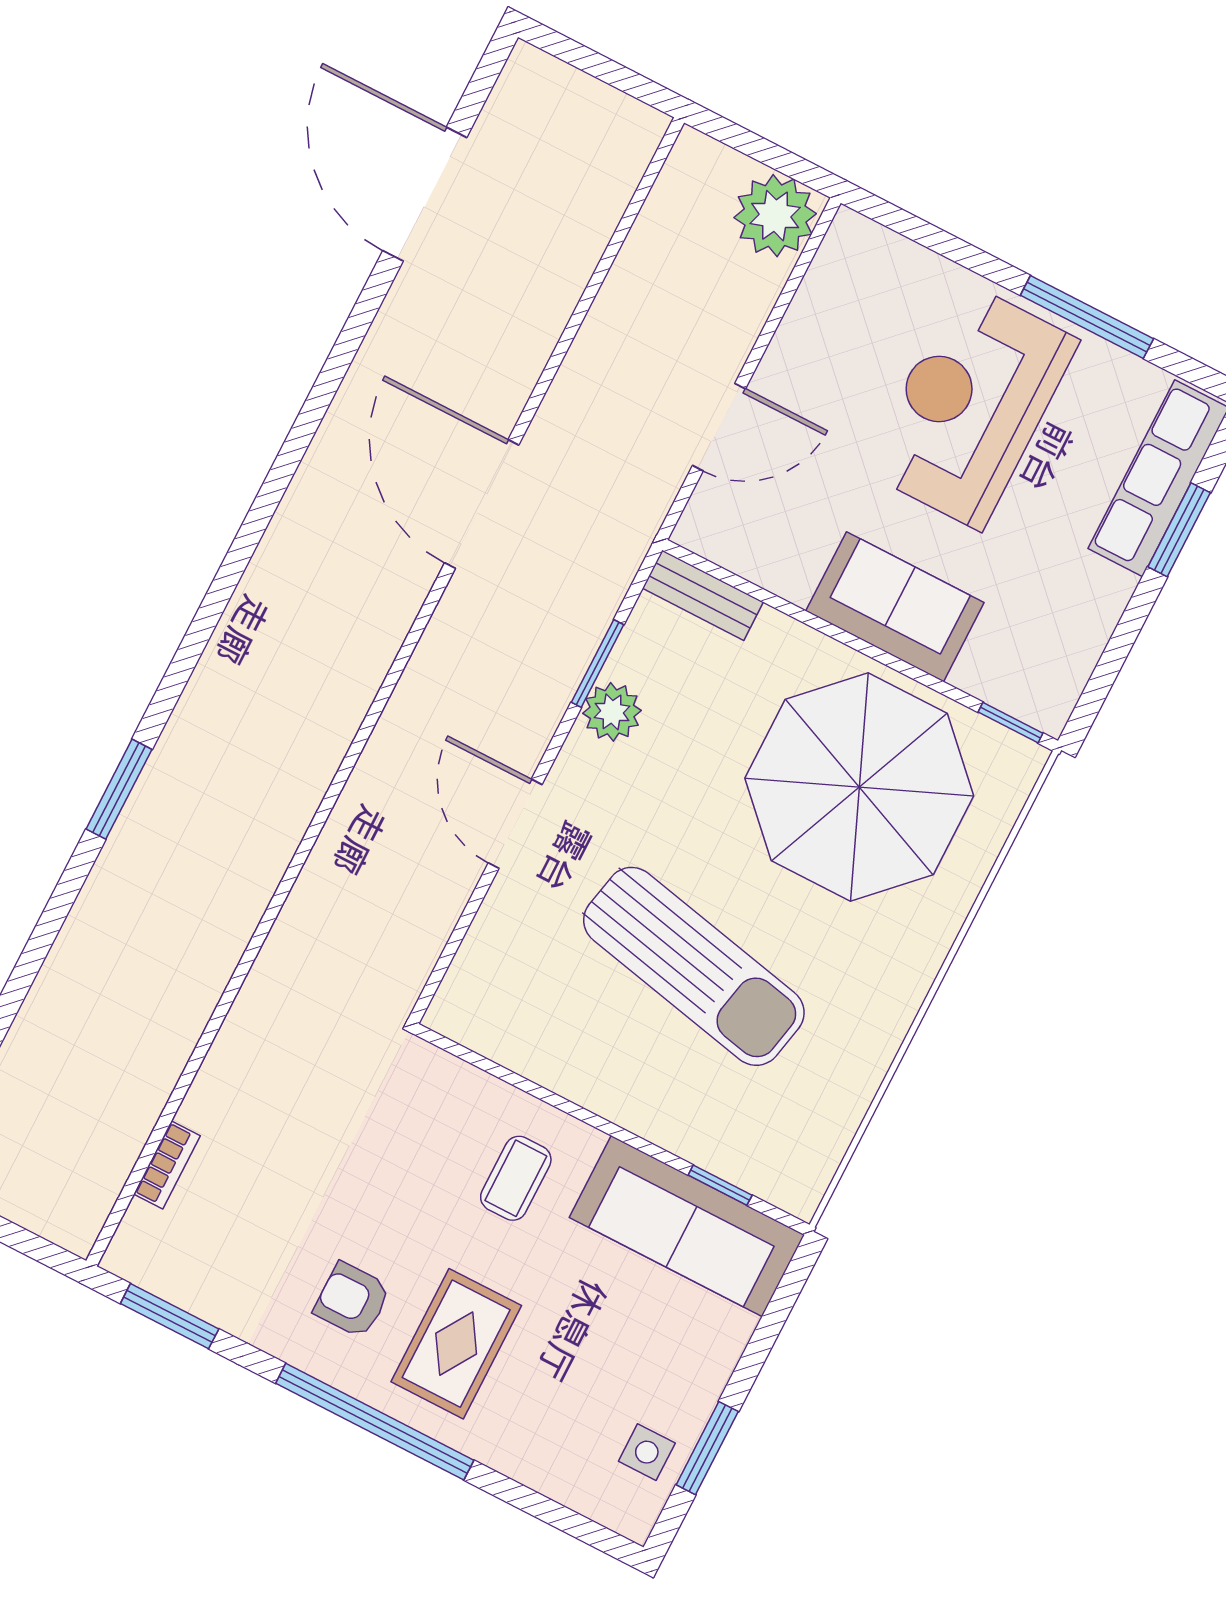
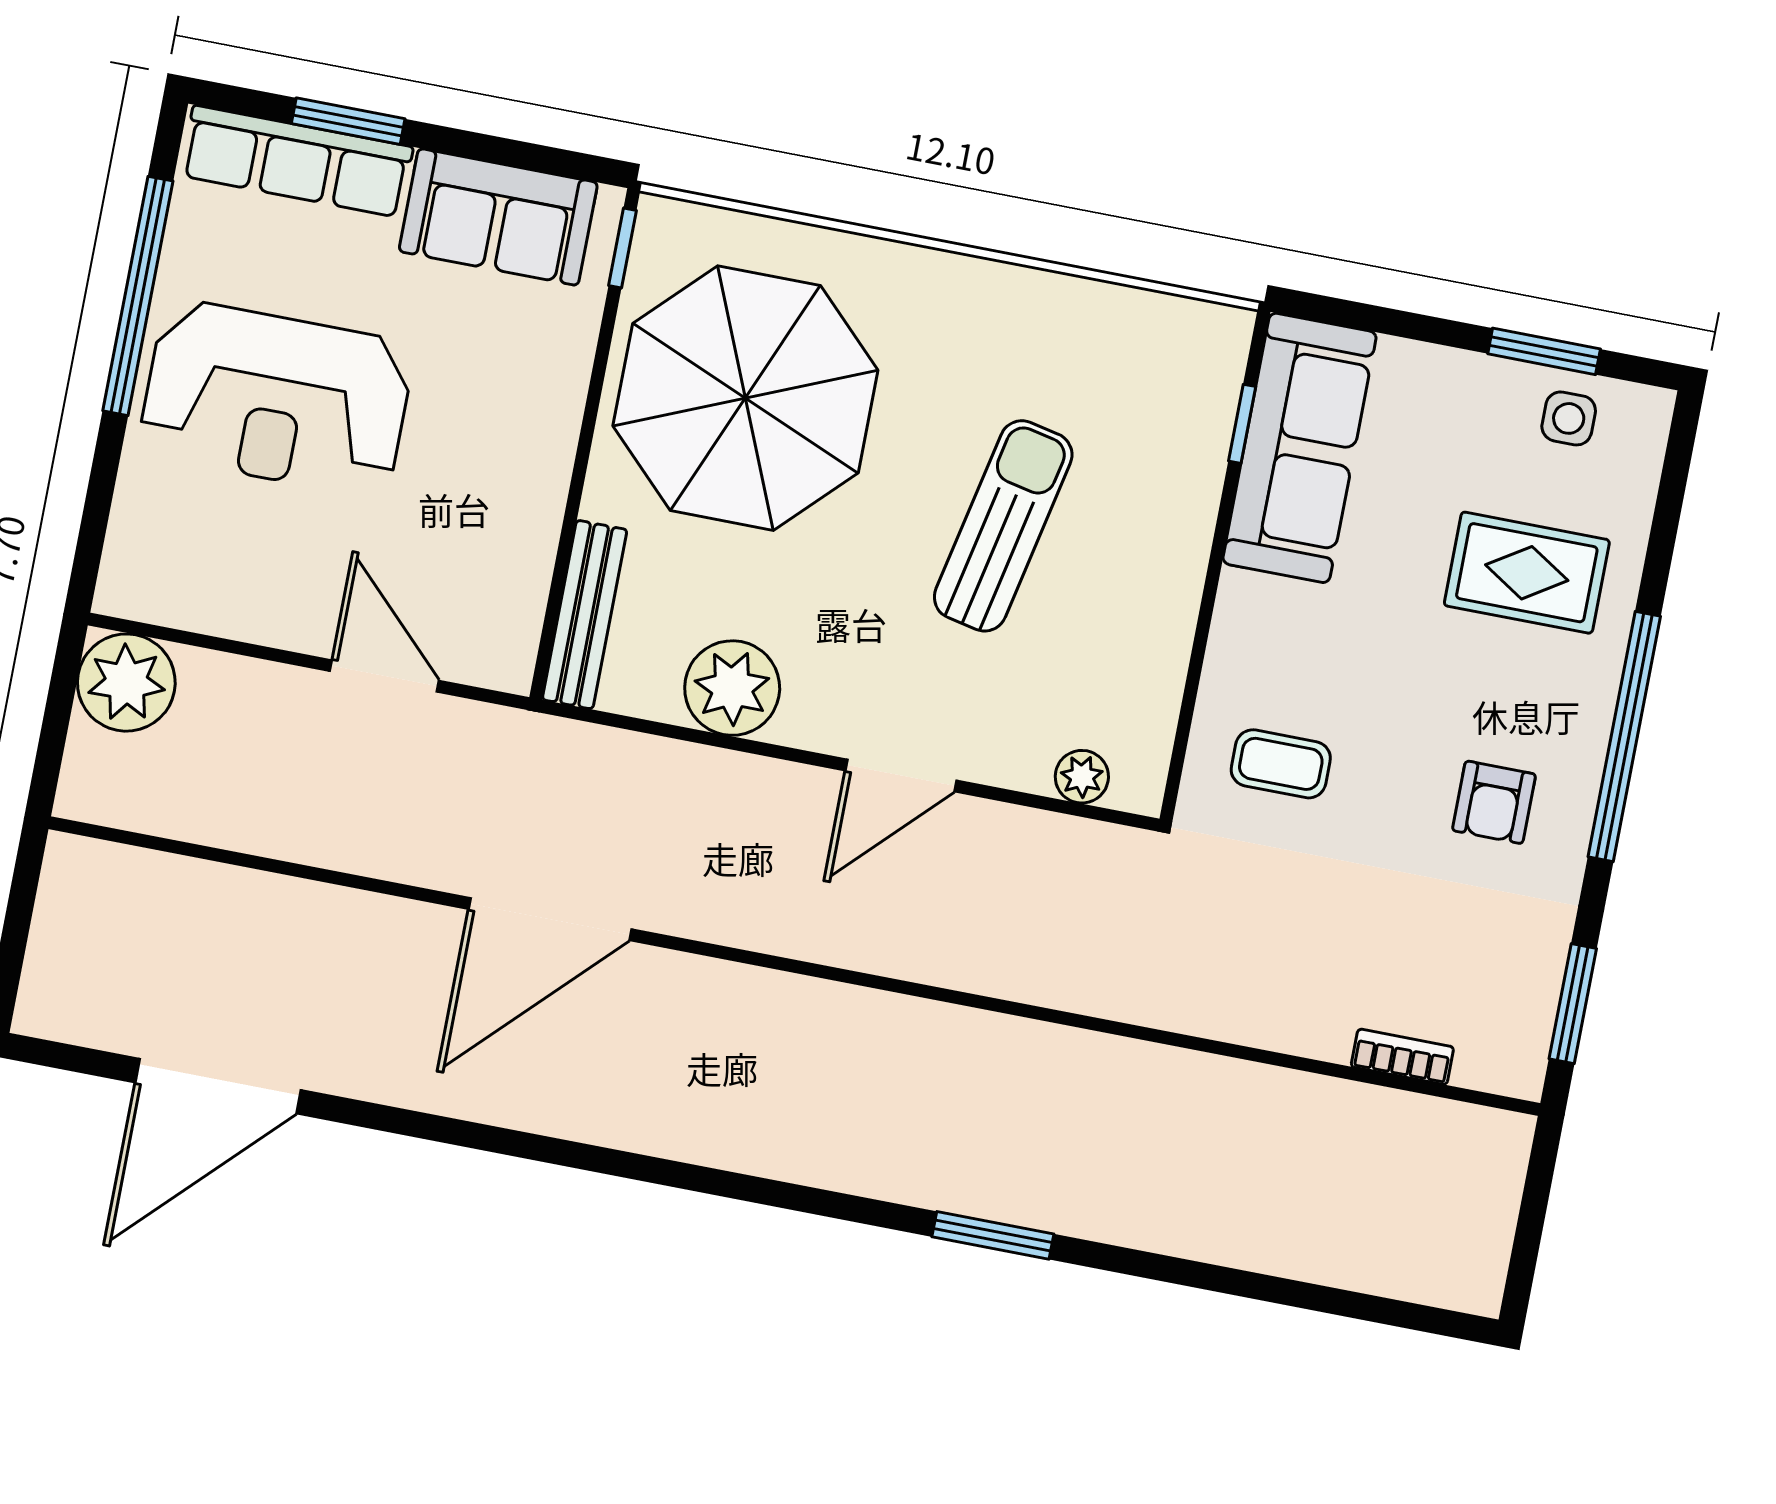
window: (1087, 317) -> (138, 296), width x1.46
bench: (703, 595) -> (585, 615), width x1.36
sofa: (895, 607) -> (498, 217), moved, turned -90
window: (598, 664) -> (692, 735), removed
plant: (612, 712) -> (732, 688), width x1.36, depth x1.36
sun lounger: (694, 966) -> (1003, 526), width x0.73, depth x0.75
plant: (471, 971) -> (1082, 777), added
coffee table: (516, 1178) -> (1281, 764), moved
rug: (456, 1344) -> (1527, 573), moved

